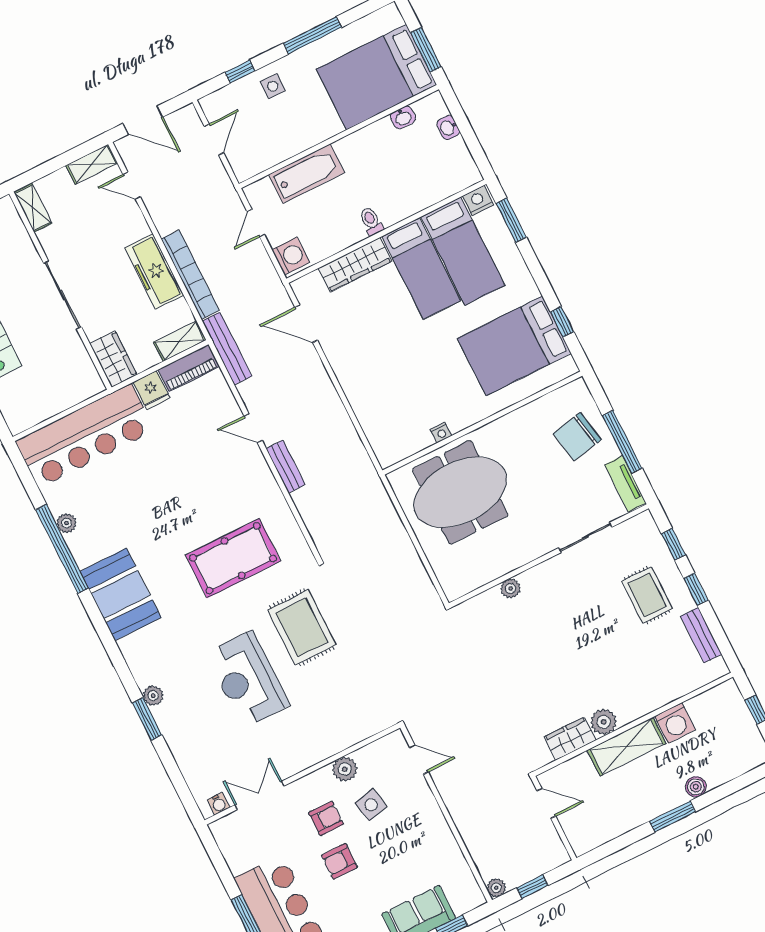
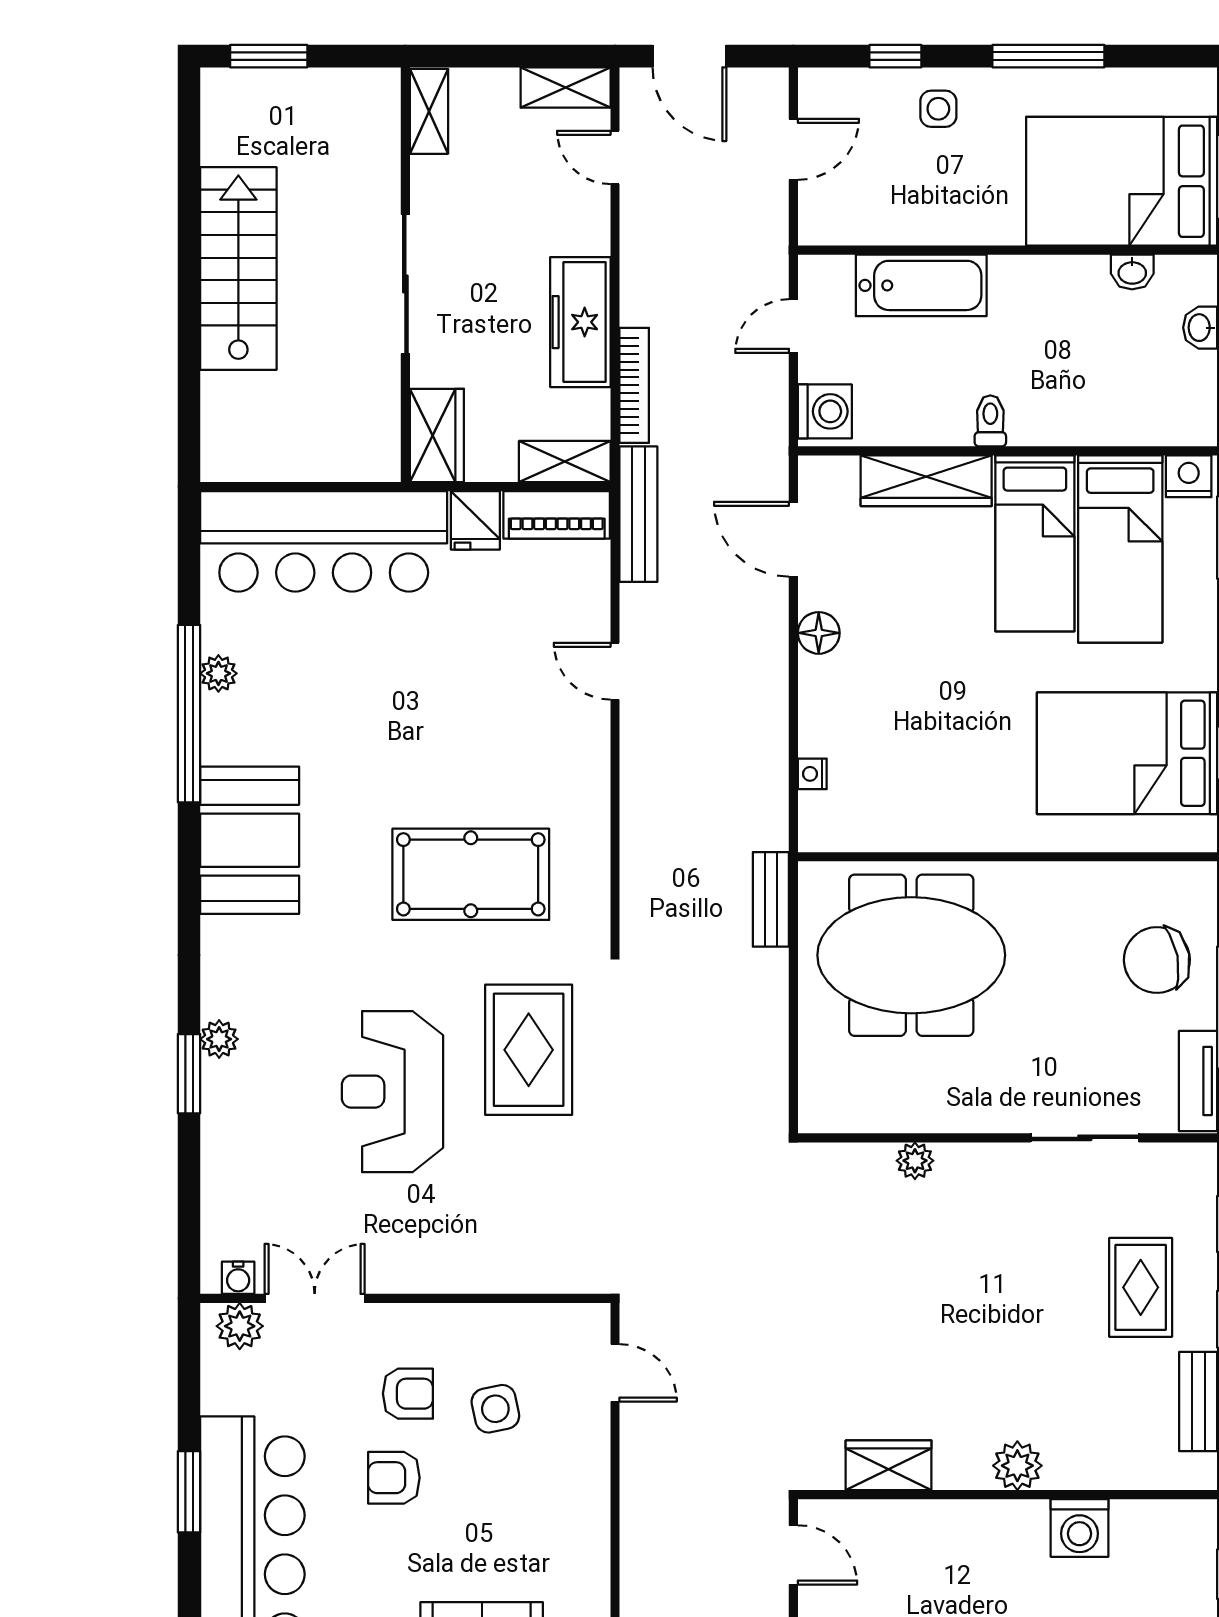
bookcase: (190, 275) -> (634, 385), width x0.68, depth x0.76
floor lamp: (340, 362) -> (819, 633), added
nightstand: (441, 433) -> (812, 774), moved, turned 90
bench: (286, 467) -> (771, 899), moved
plant: (604, 722) -> (1017, 1466), moved
shelving: (627, 747) -> (977, 1527), removed
plant: (345, 769) -> (240, 1326), moved

